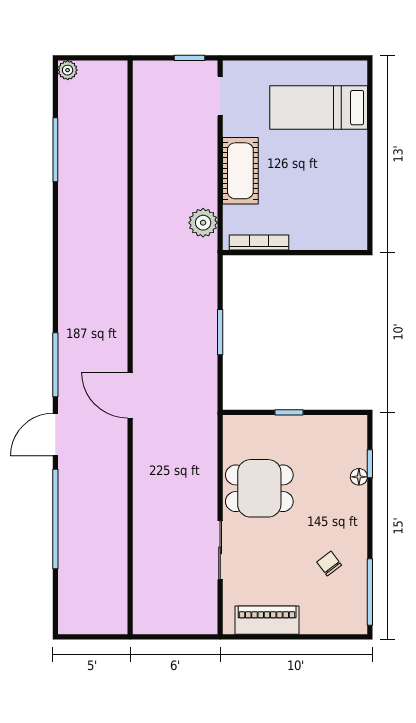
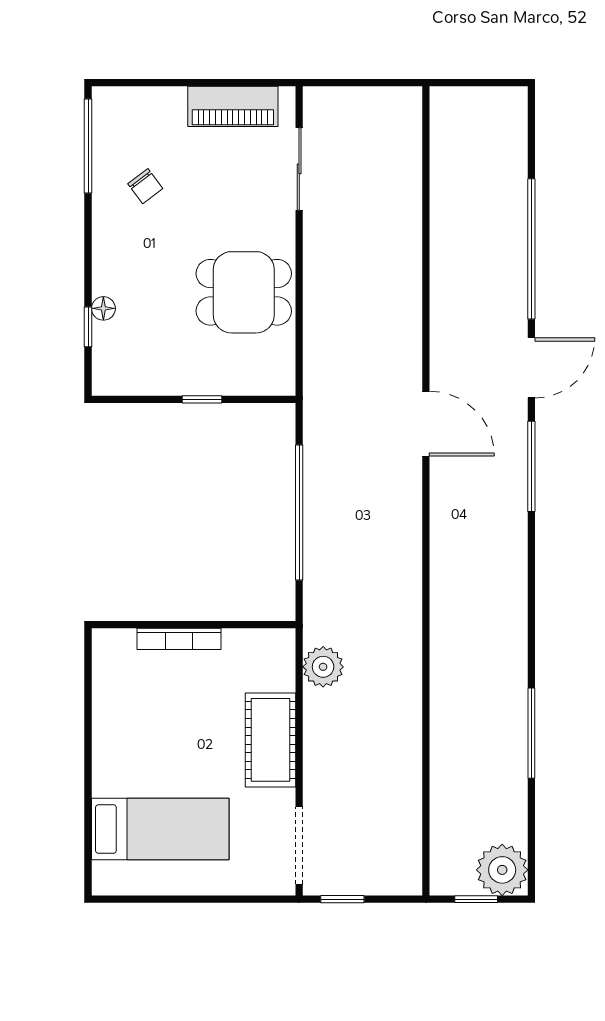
window: (95, 58) -> (476, 899), added
plant: (68, 70) -> (502, 870), width x1.88, depth x1.88
doorway: (220, 96) -> (299, 845), width x1.38
window: (55, 150) -> (531, 733), moved
bookcase: (259, 242) -> (179, 639), moved
window: (220, 332) -> (299, 513), width x2.11
sliding door: (220, 550) -> (299, 169), moved

